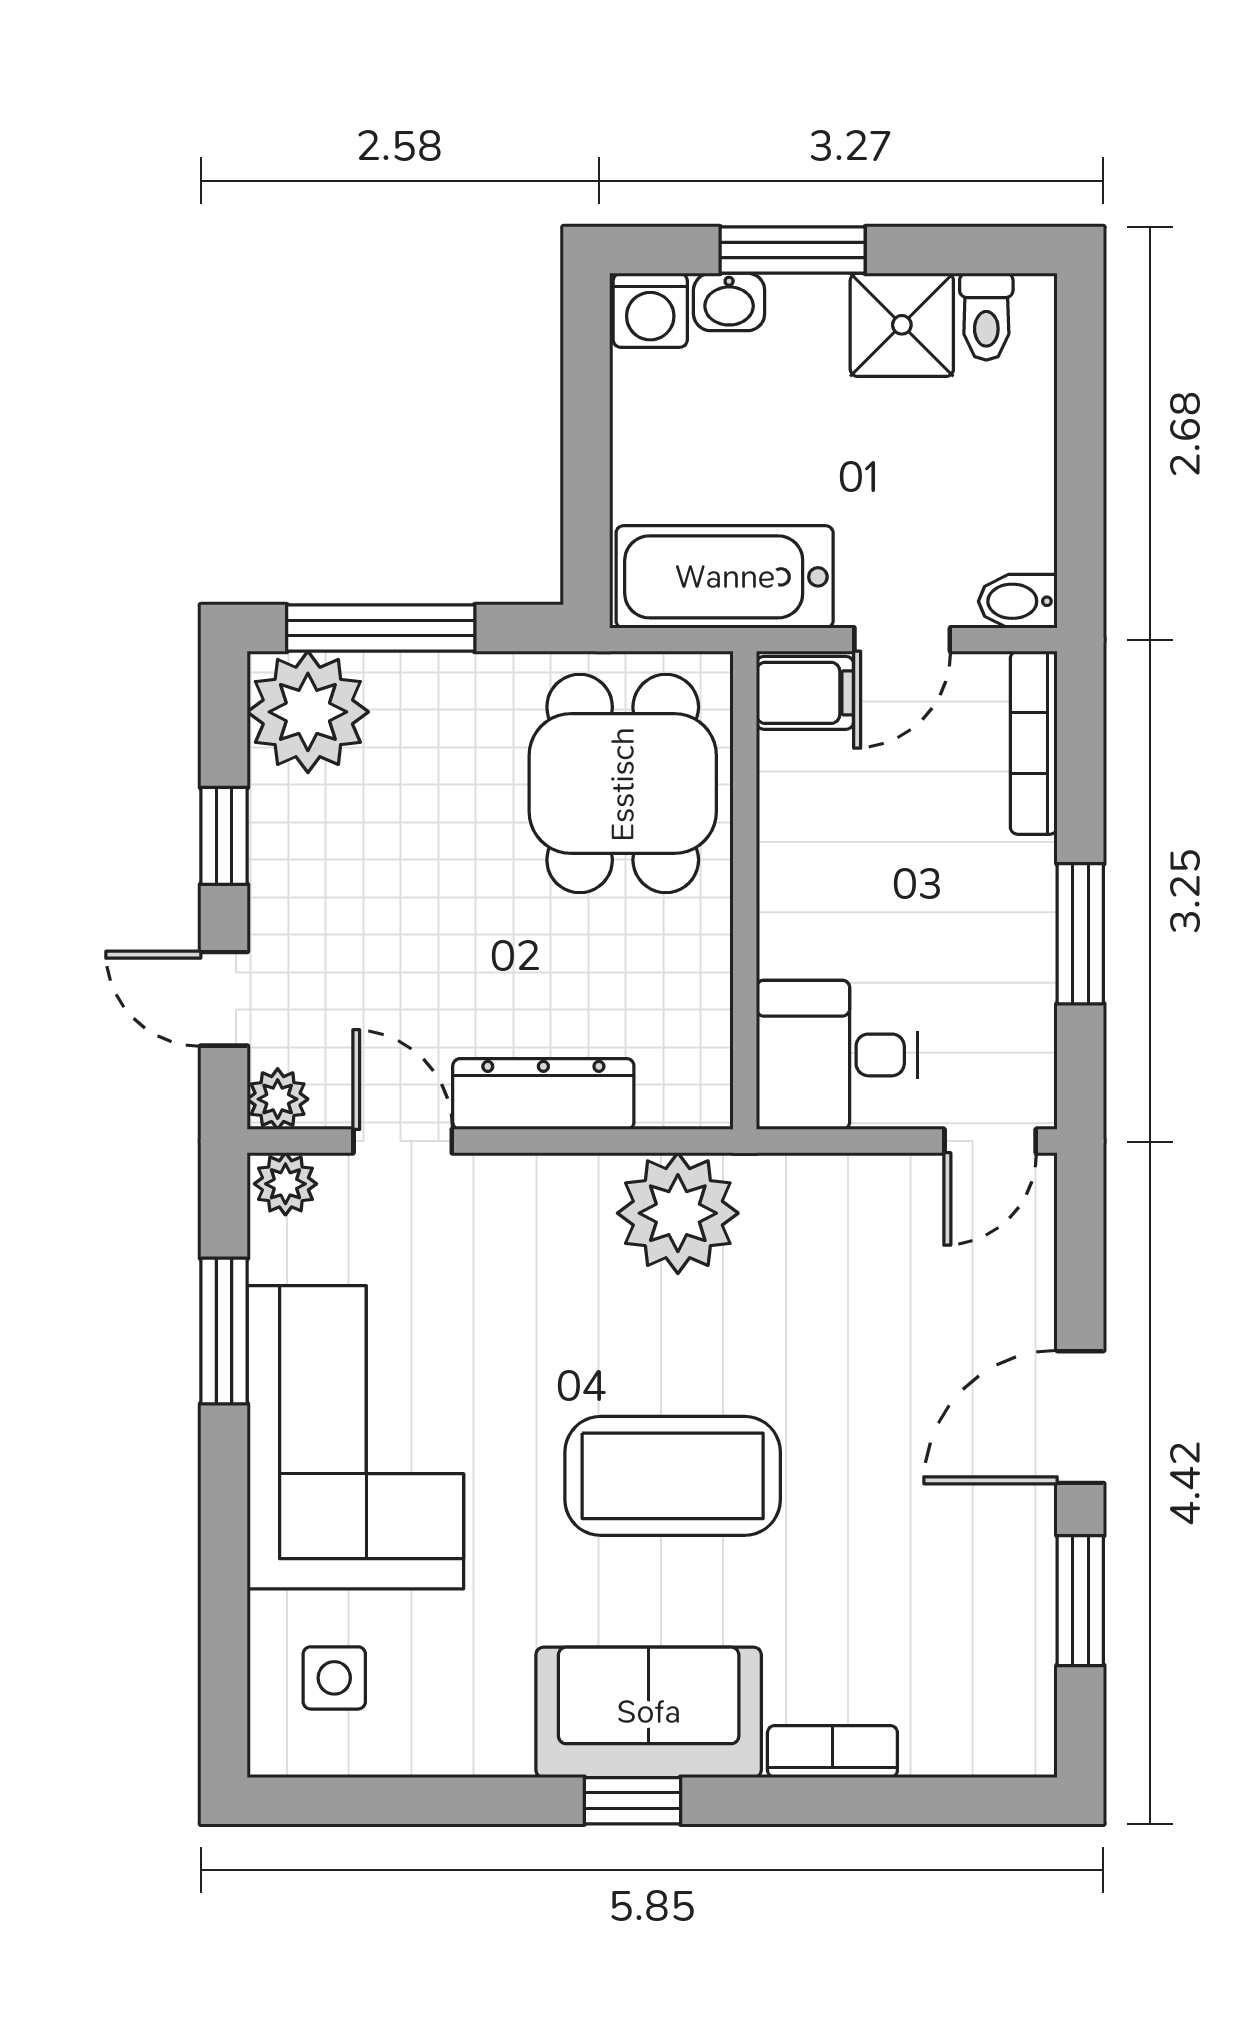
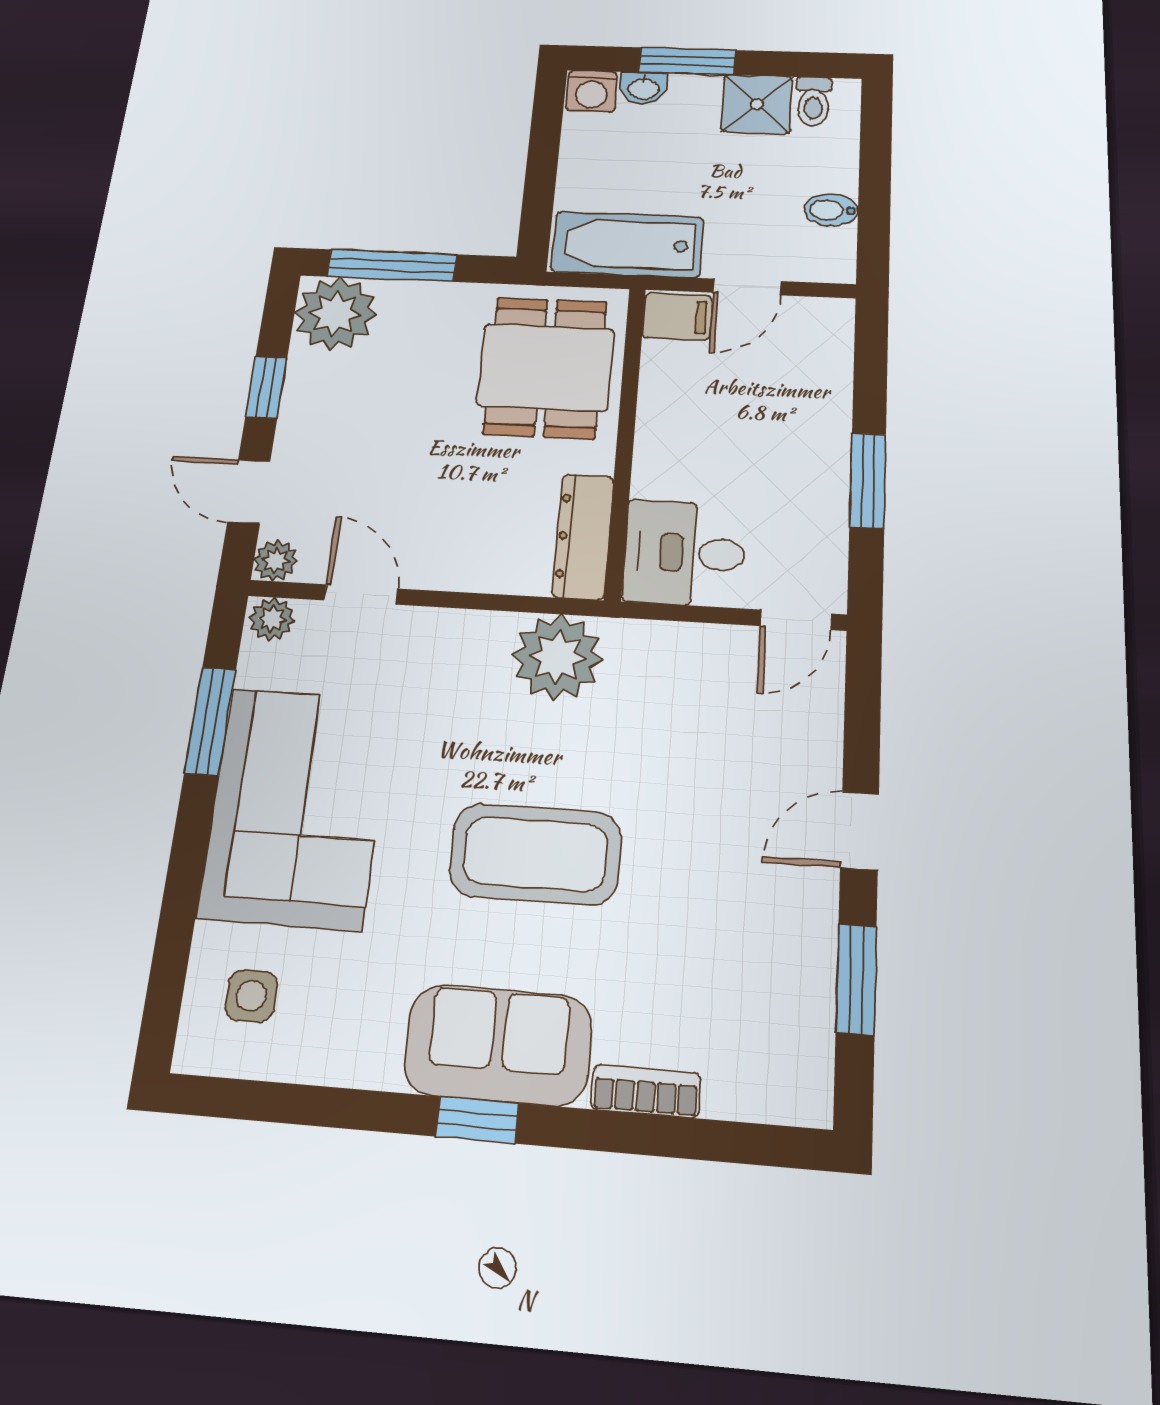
bidet: (1018, 601) -> (831, 210), moved
bookcase: (1034, 743) -> (837, 355), removed
dresser: (543, 1094) -> (583, 536), moved, turned -90
door: (1080, 1417) -> (860, 831), width x0.73

